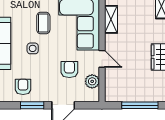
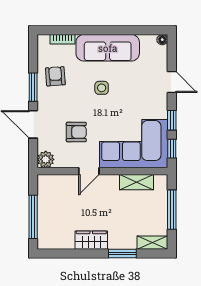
coffee table: (43, 23) -> (132, 101), removed
plant: (92, 81) -> (46, 159), moved
armchair: (23, 87) -> (55, 76), turned -94

